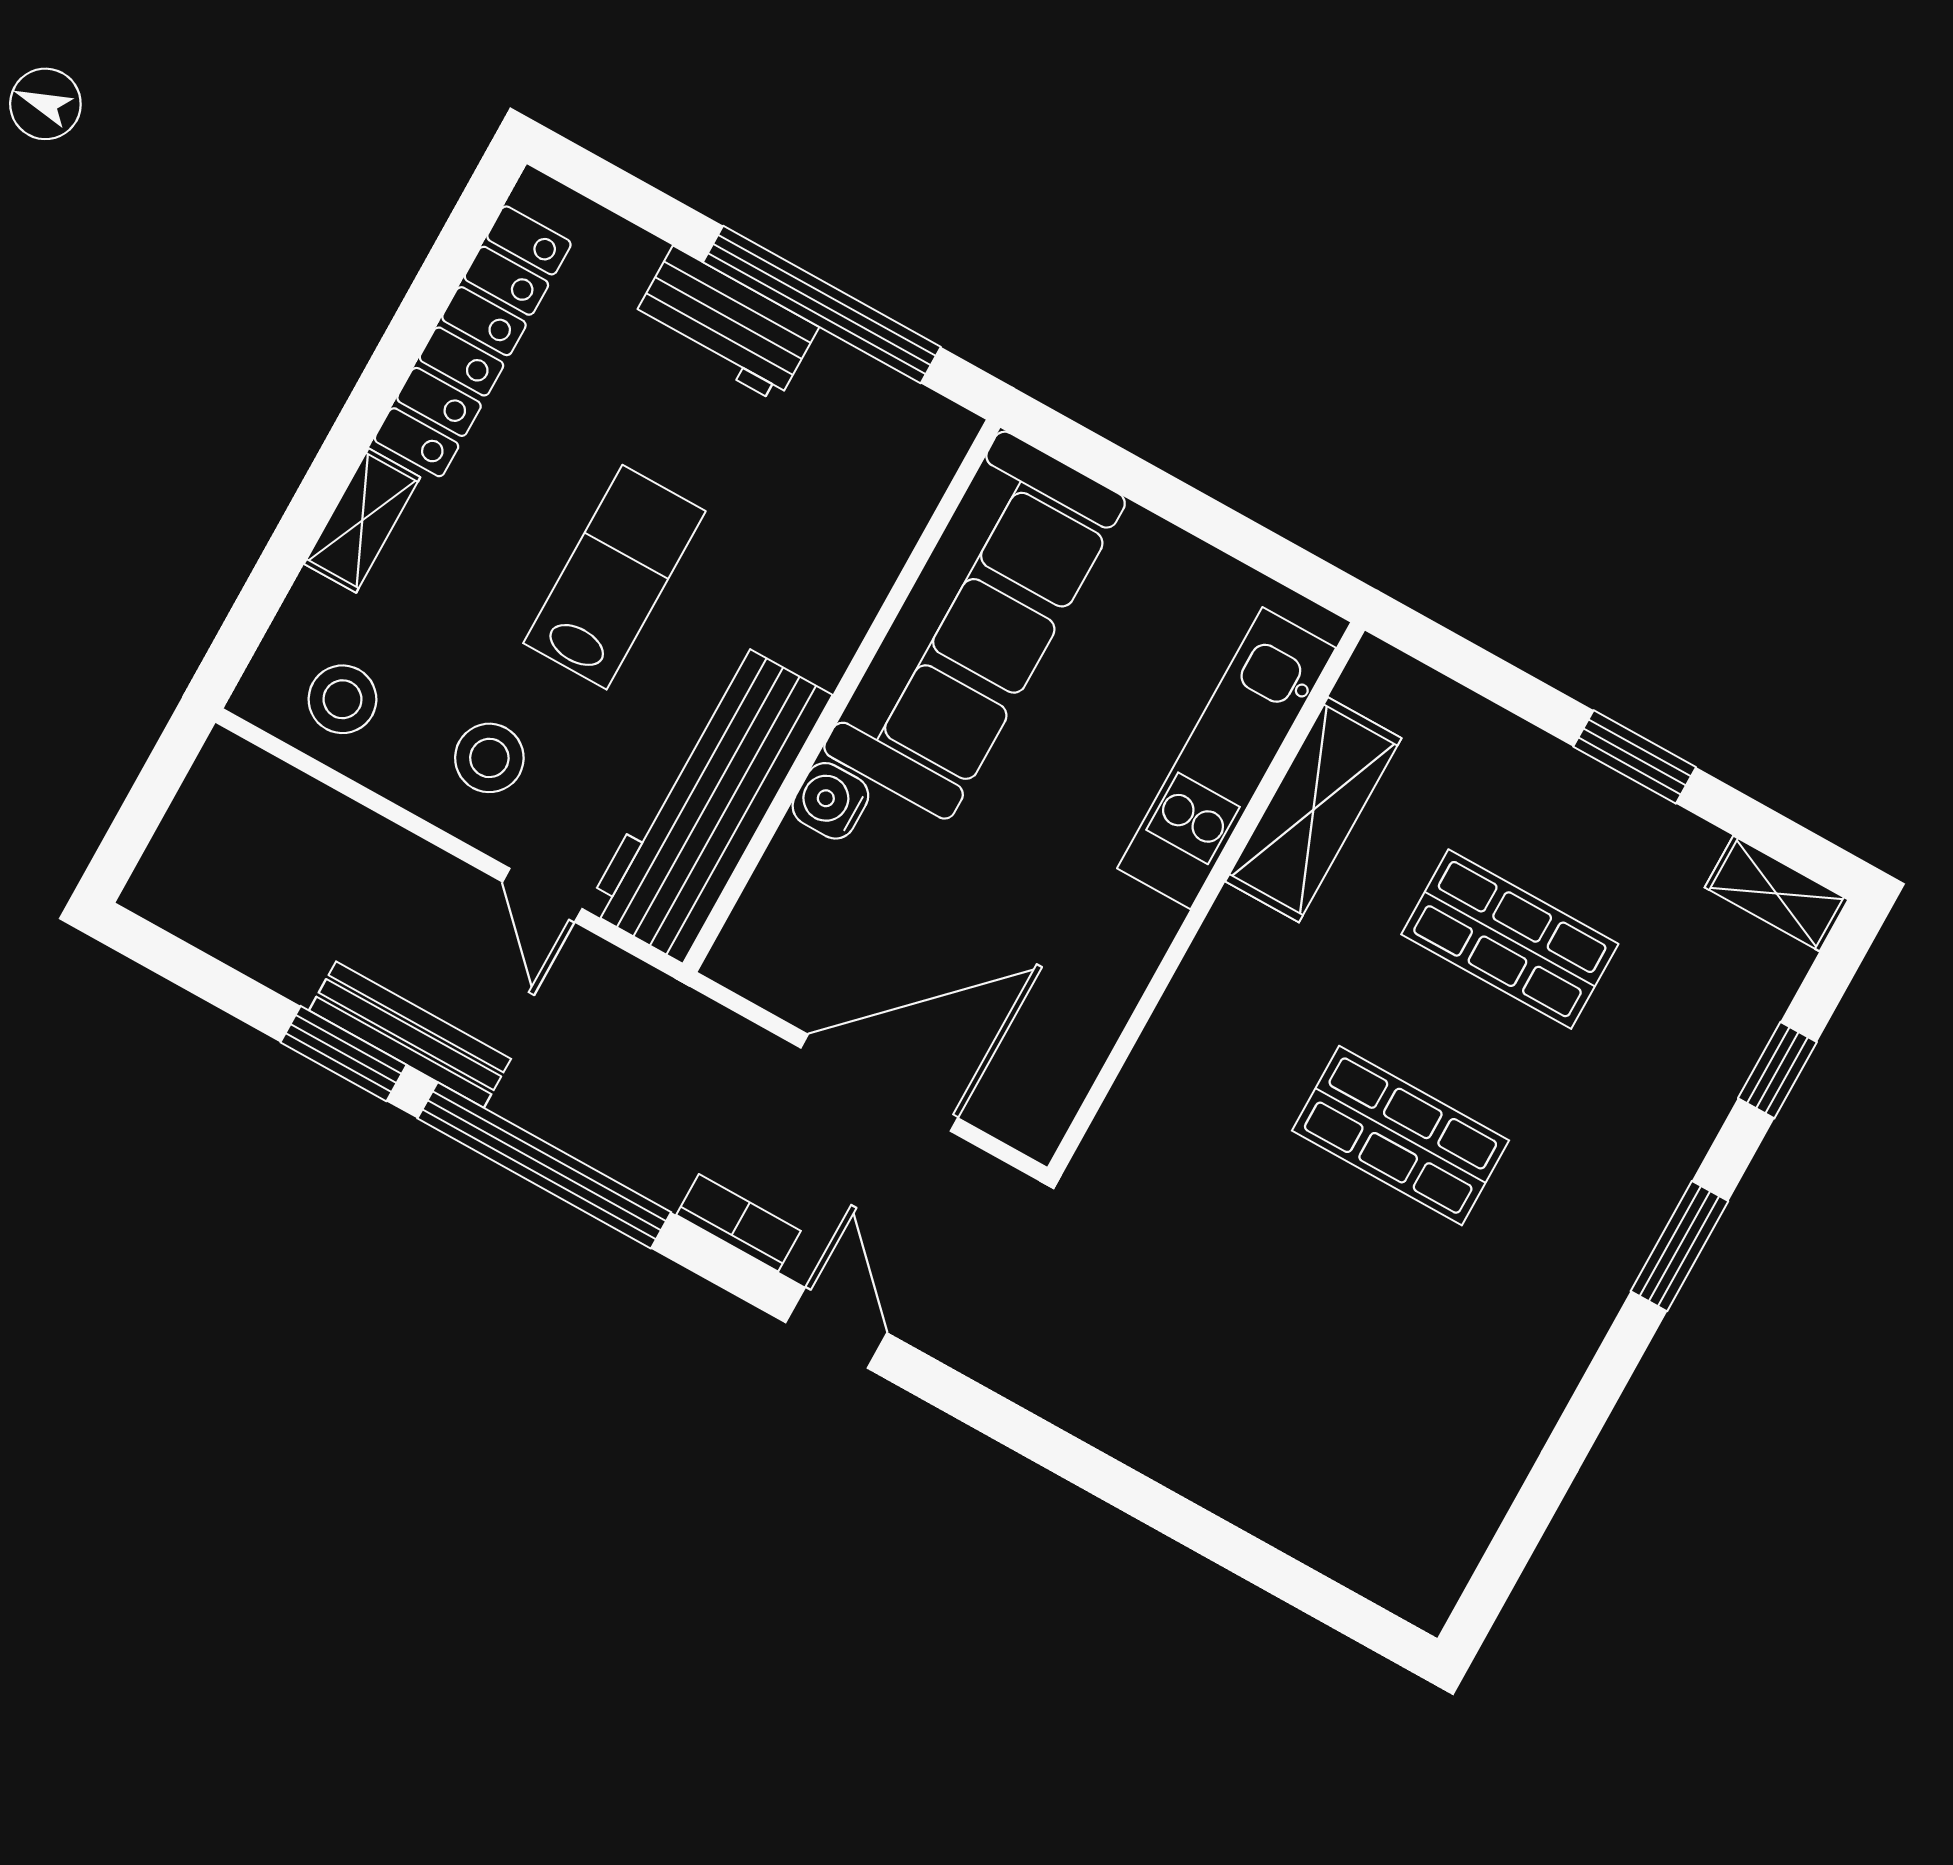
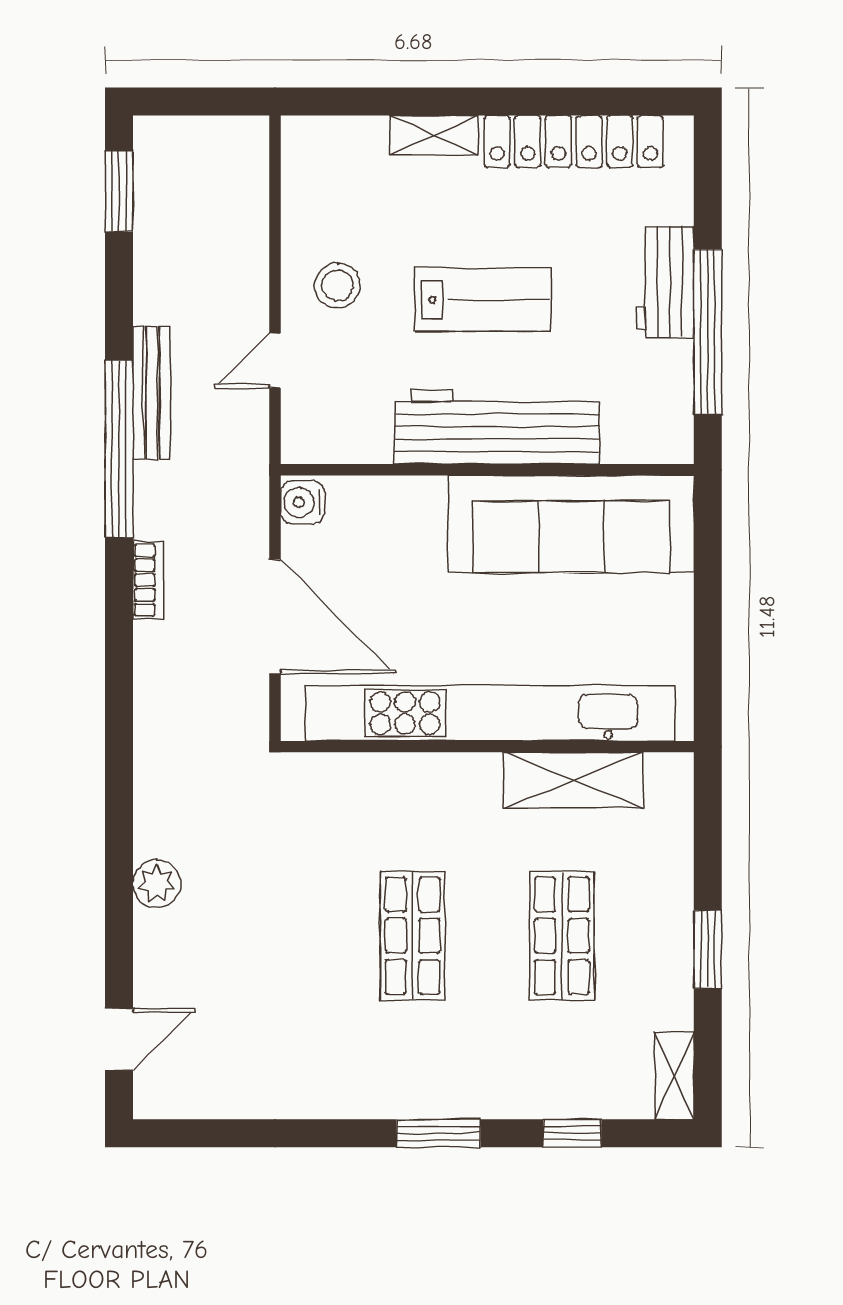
stool: (342, 699) -> (324, 181), removed
kitchen unit: (1226, 758) -> (490, 713), width x1.86
water cooler: (830, 801) -> (302, 502), moved, turned -90
workbench: (709, 802) -> (497, 427), moved
bench: (410, 1035) -> (151, 393), moved
window: (344, 1054) -> (119, 191), moved
door: (836, 1328) -> (119, 1039), moved
plant: (1145, 1434) -> (157, 884), added

